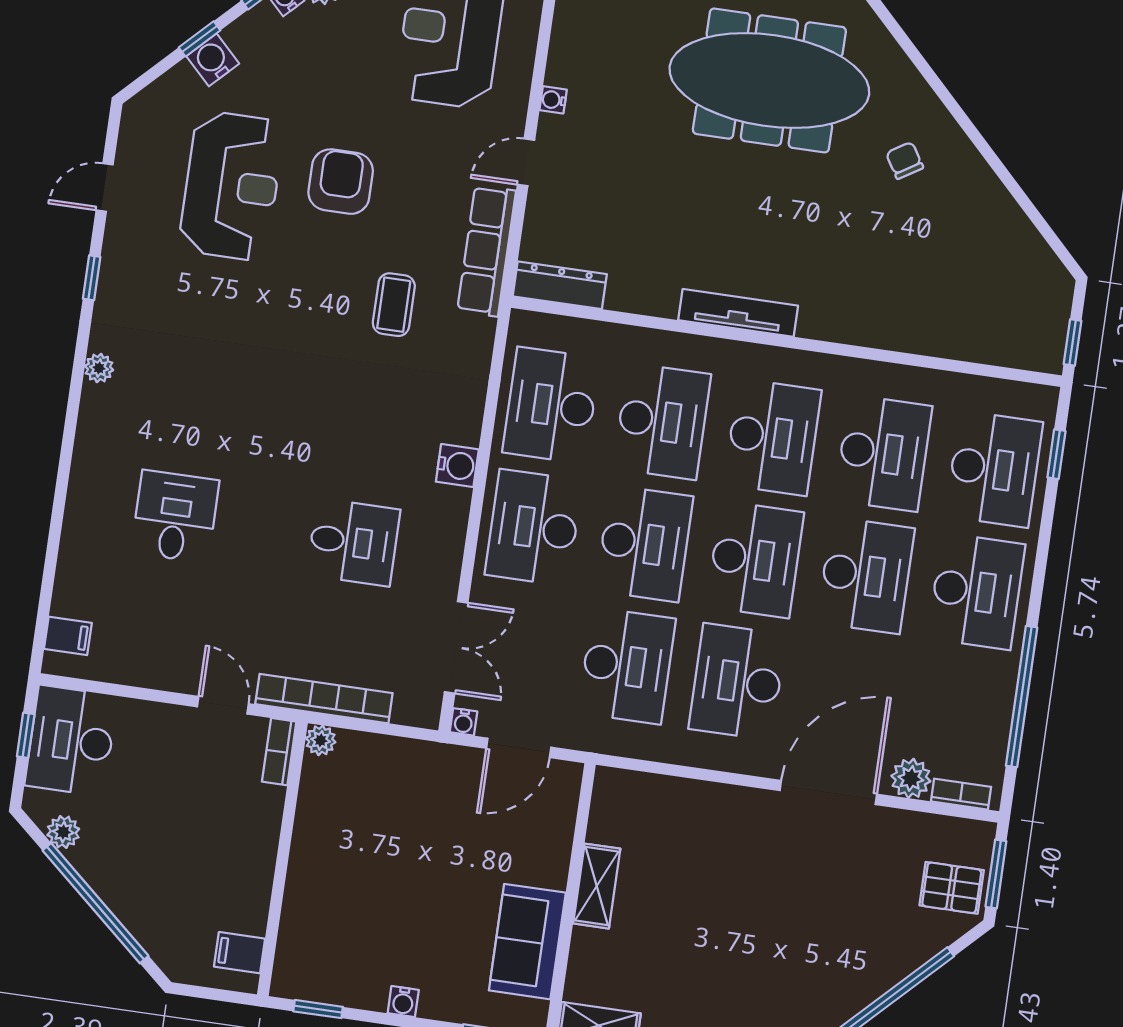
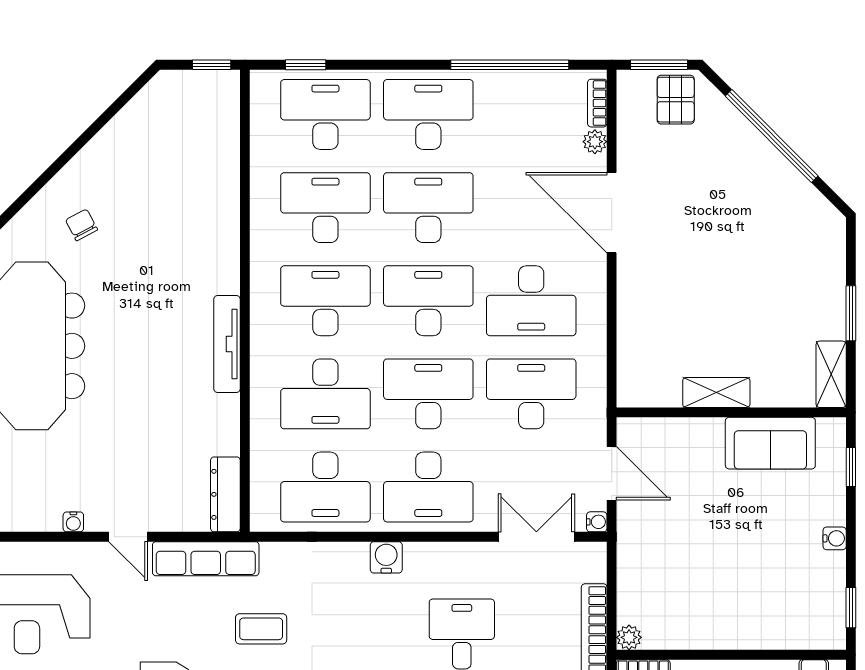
chair: (905, 160) -> (82, 225), turned 94
desk: (662, 421) -> (325, 394), turned 180
plant: (911, 778) -> (595, 142), width x0.73, depth x0.73

